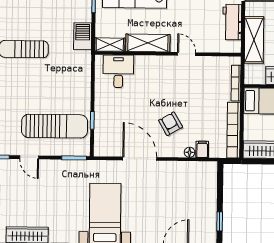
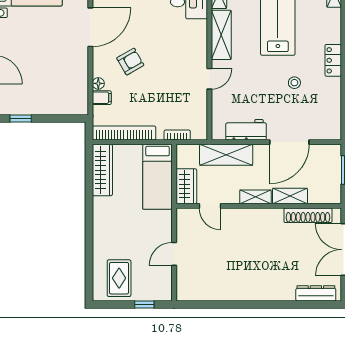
bookcase: (236, 83) -> (177, 135), width x0.64

